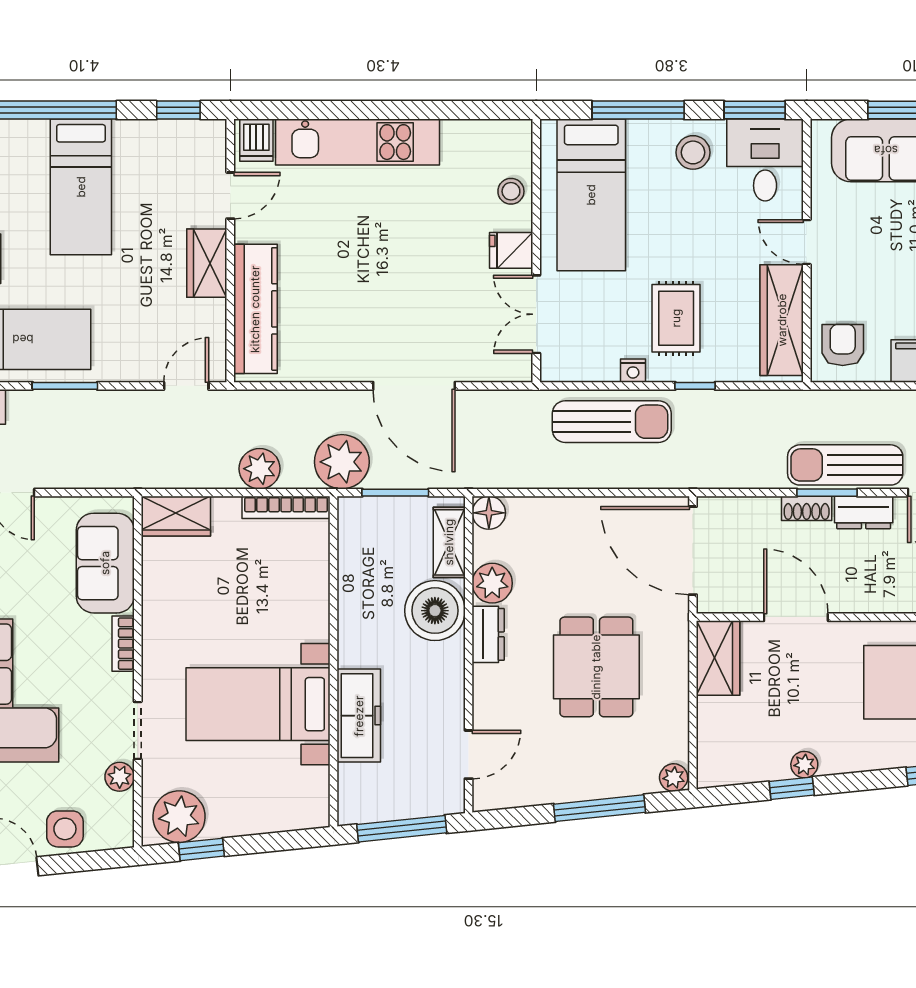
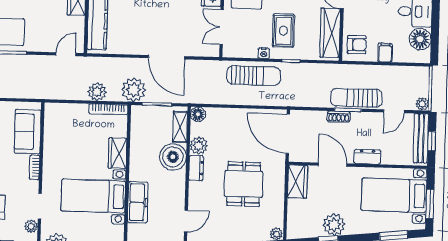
armchair: (843, 345) -> (357, 45), turned 89
dresser: (864, 513) -> (367, 157), moved, turned 180
wardrobe: (176, 516) -> (118, 153), moved, turned 90
plant: (804, 765) -> (334, 225), width x1.87, depth x1.87

